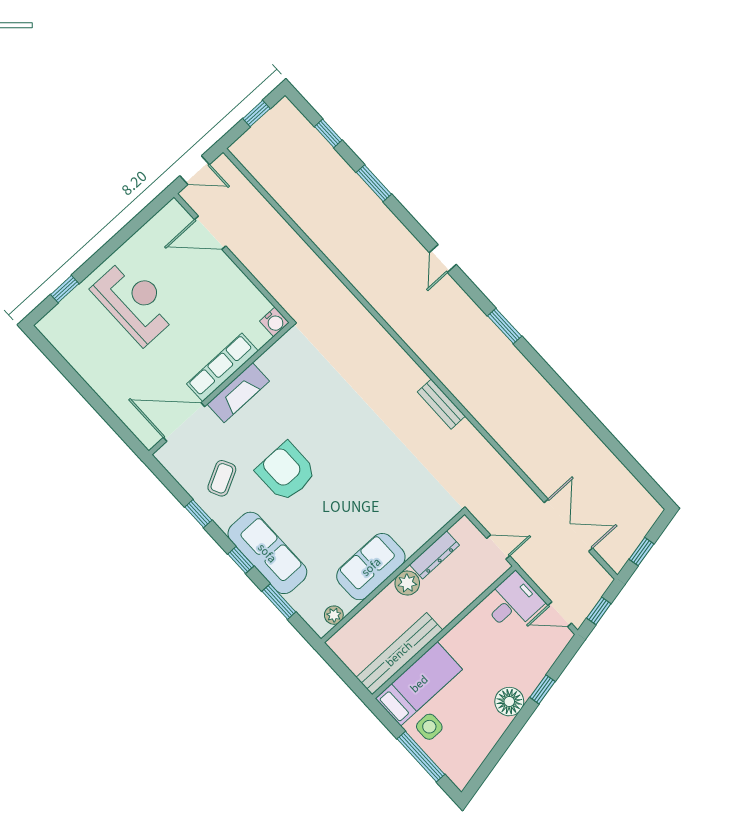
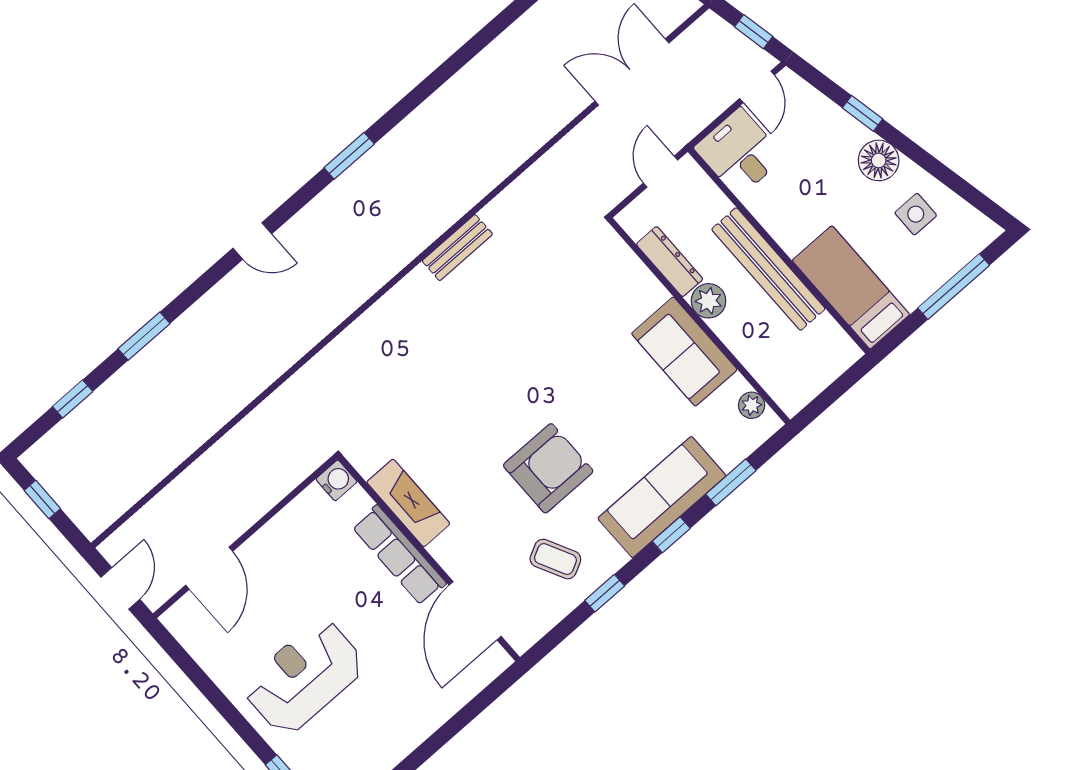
fireplace: (238, 393) -> (408, 503), moved
armchair: (286, 472) -> (548, 468), turned 180
bench: (399, 654) -> (768, 269), moved
side table: (429, 727) -> (916, 214), moved

